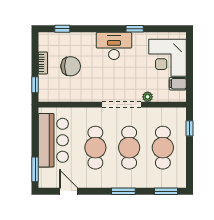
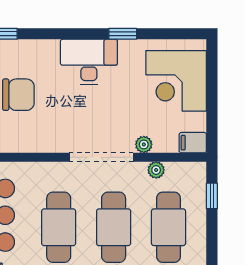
filing cabinet: (178, 84) -> (193, 143), moved
plant: (155, 112) -> (156, 170), added

